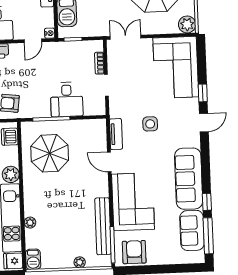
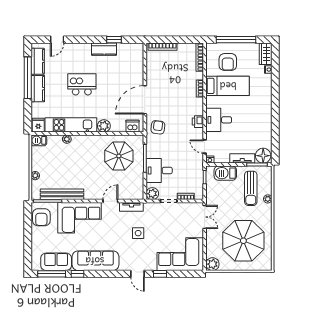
plant: (97, 107) -> (152, 194), added
armchair: (134, 252) -> (41, 217), turned 90

